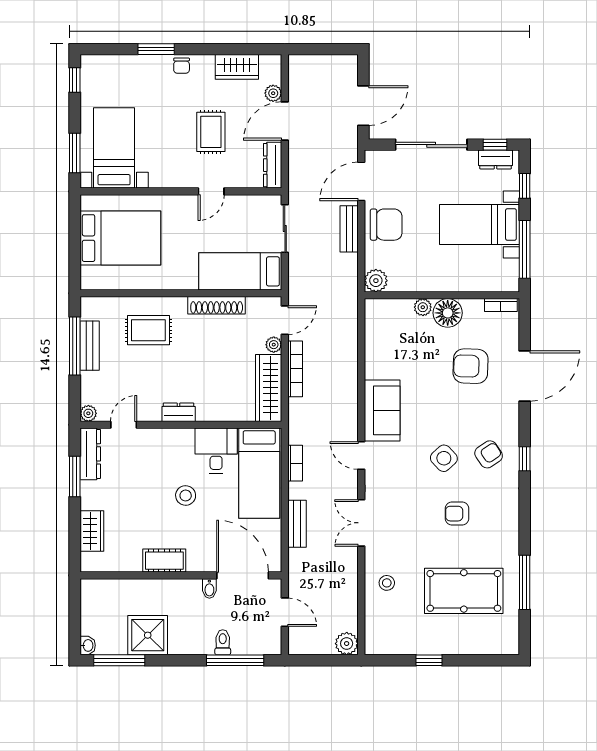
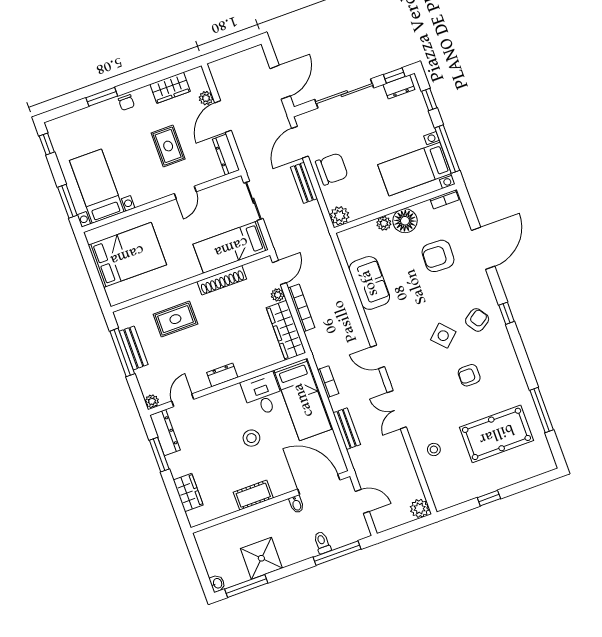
bed with nightstands: (479, 224) -> (414, 169), moved
sofa: (382, 410) -> (369, 283), moved

